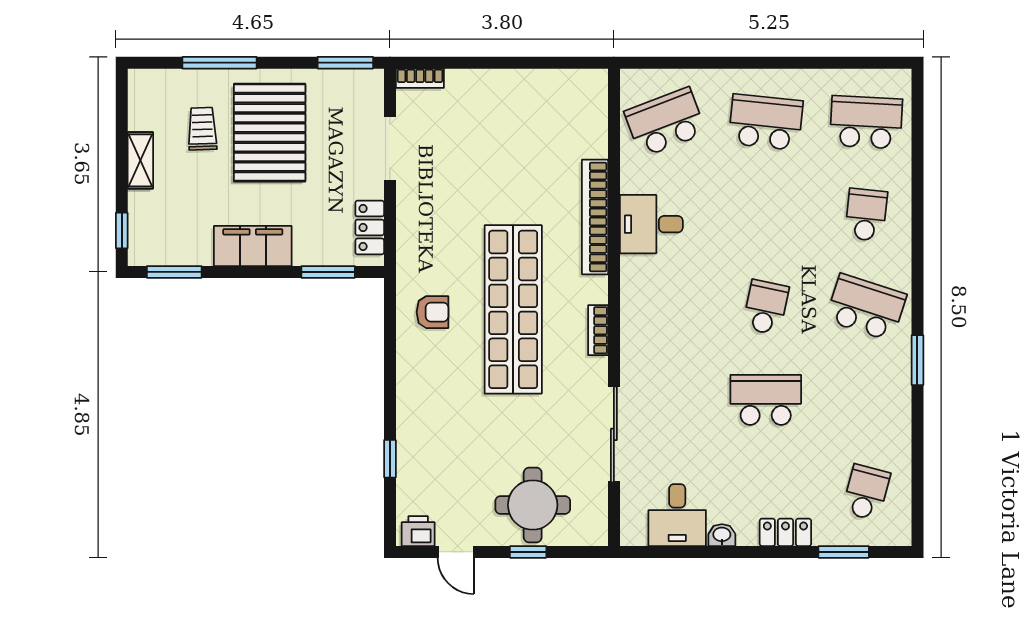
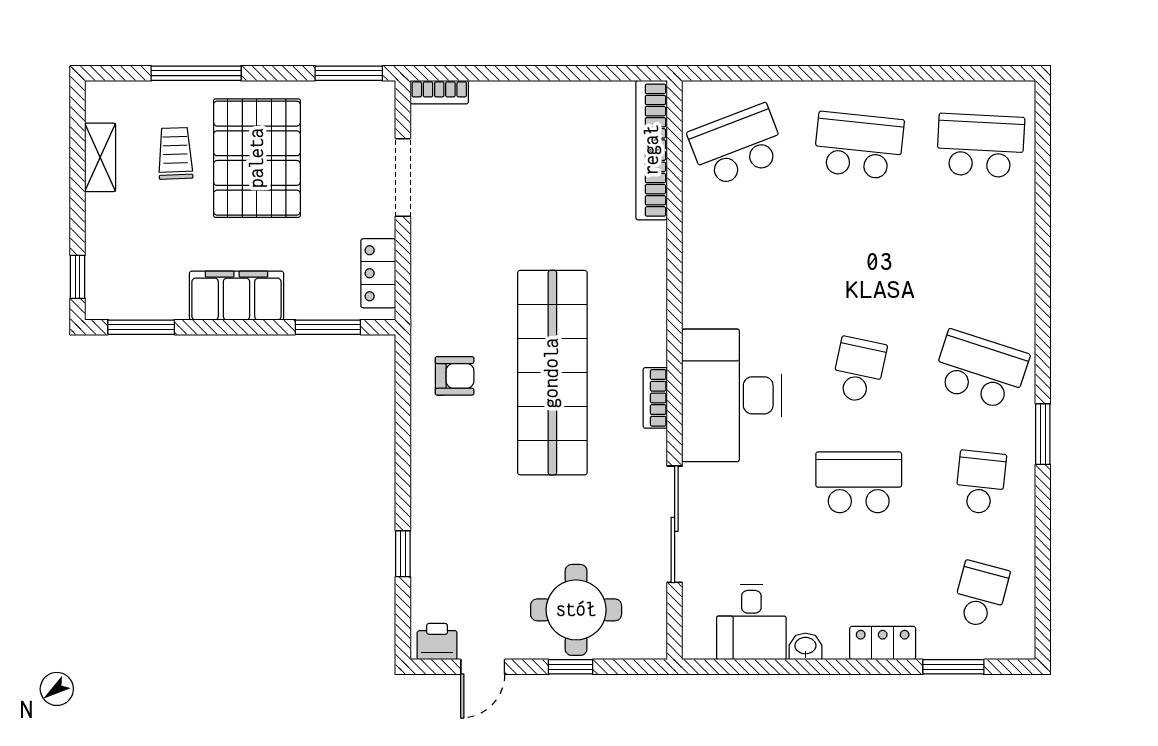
shelving: (140, 160) -> (100, 157), moved
school desk: (866, 215) -> (980, 482), moved
bookcase: (595, 217) -> (652, 150), moved
desk: (651, 224) -> (731, 395), moved, width x1.87, depth x1.30
door: (456, 552) -> (483, 667), hinge flipped

